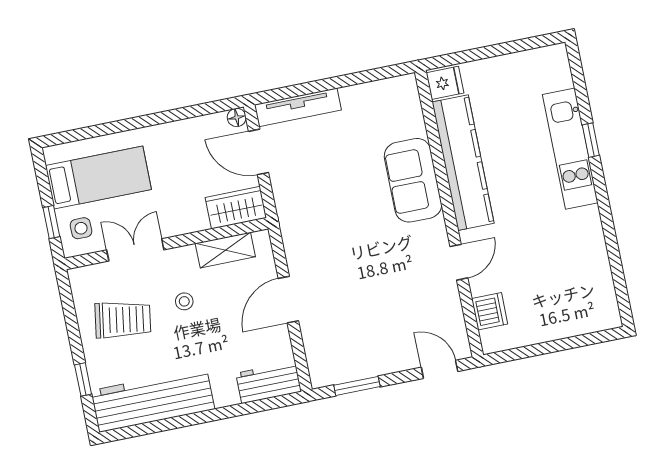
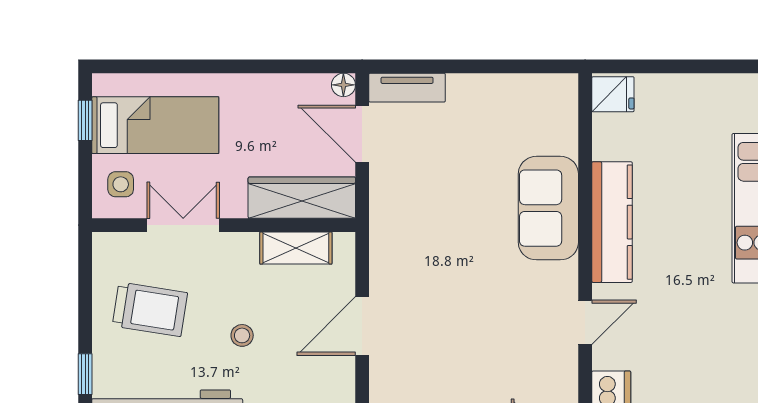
tv unit: (298, 107) -> (407, 88), width x0.71
kitchen counter: (463, 163) -> (612, 222), width x0.72, depth x0.86
wardrobe: (236, 208) -> (302, 198), width x1.50
window: (51, 222) -> (85, 120), moved
stool: (184, 301) -> (242, 335), moved

